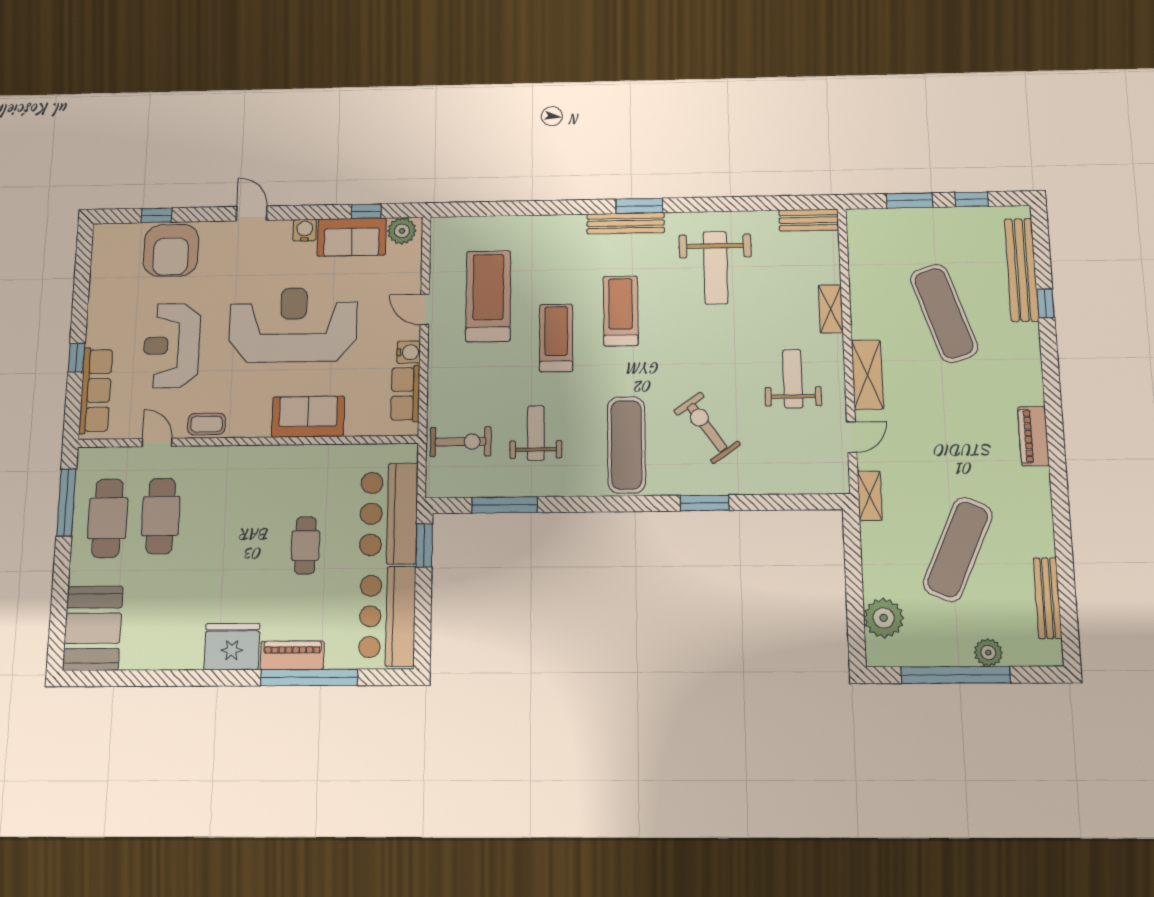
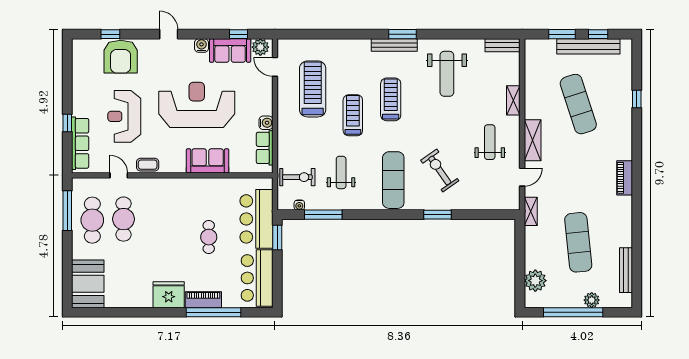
bench: (1022, 270) -> (588, 46), moved, turned 90
door: (425, 309) -> (275, 67), moved
water cooler: (463, 489) -> (299, 205), added
exercise mat: (958, 549) -> (578, 242), turned -30

